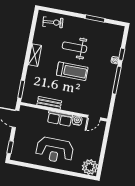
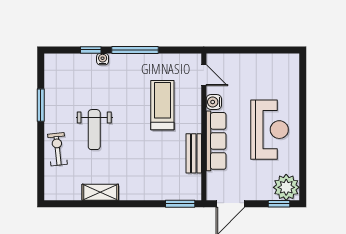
exercise bike: (53, 22) -> (57, 149), moved
shelving: (35, 55) -> (100, 192), moved
treadmill: (72, 71) -> (162, 105), moved
row of seats: (60, 119) -> (216, 141), width x1.48
plant: (90, 167) -> (286, 187), moved

